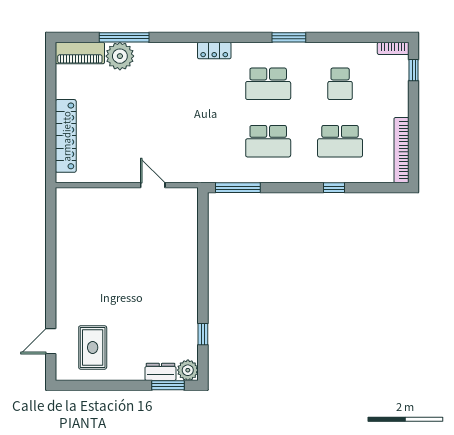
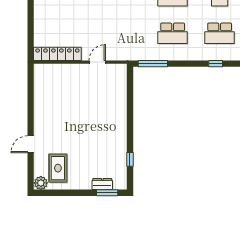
locker: (66, 136) -> (57, 54), moved, turned -90
door: (153, 185) -> (97, 62), hinge flipped
door: (51, 341) -> (31, 144), moved
plant: (188, 370) -> (41, 183), moved

